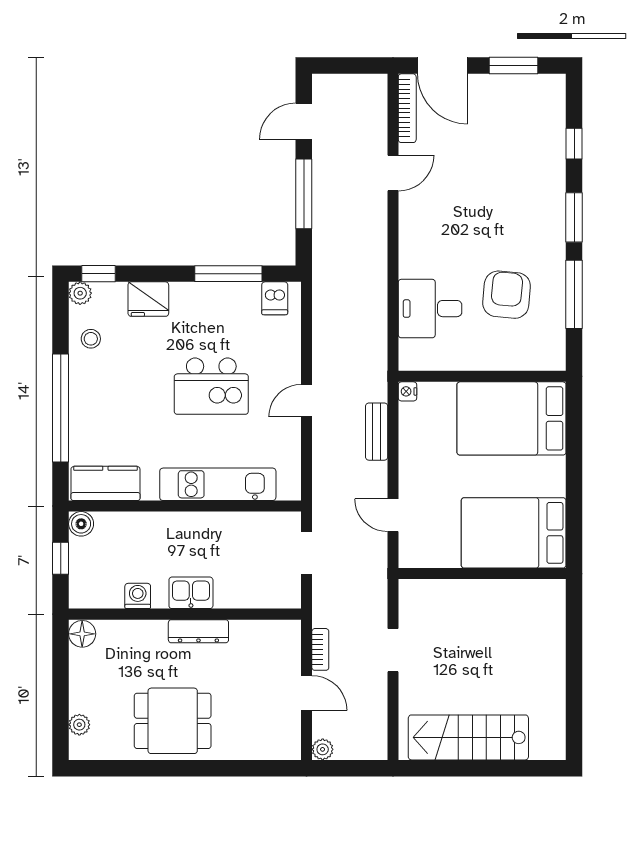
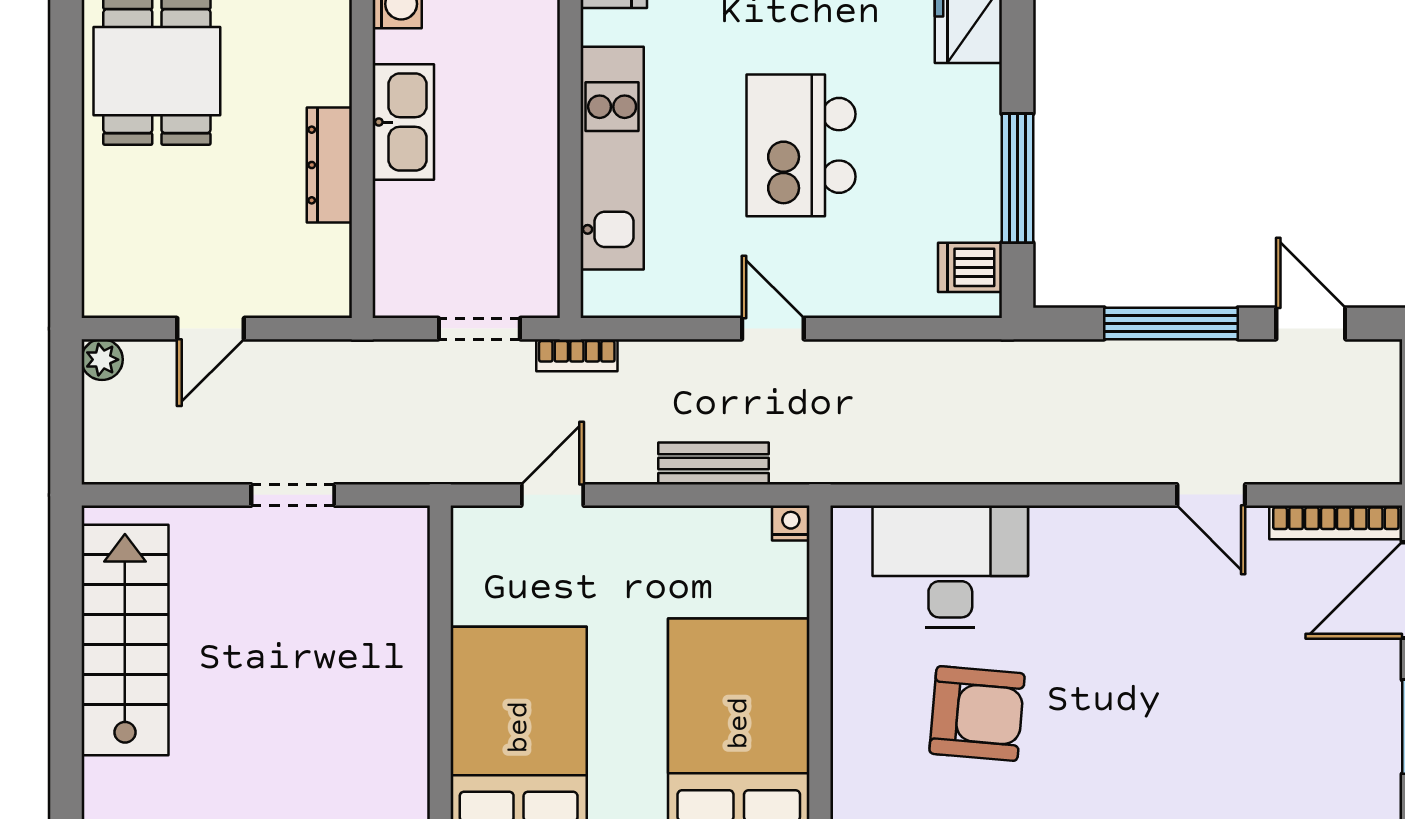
desk: (430, 309) -> (950, 566), width x1.37
kitchen sink: (191, 593) -> (403, 122), width x1.38
dresser: (198, 631) -> (329, 165), moved
bookcase: (320, 649) -> (577, 355), moved

